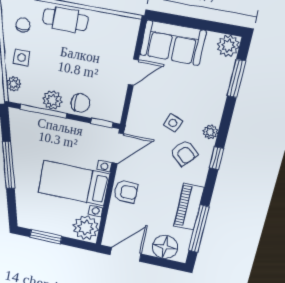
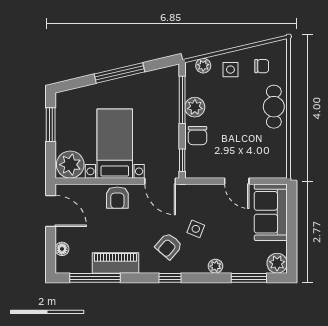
plant: (210, 132) -> (215, 266), moved
floor lamp: (165, 247) -> (62, 249), width x0.53, depth x0.53

